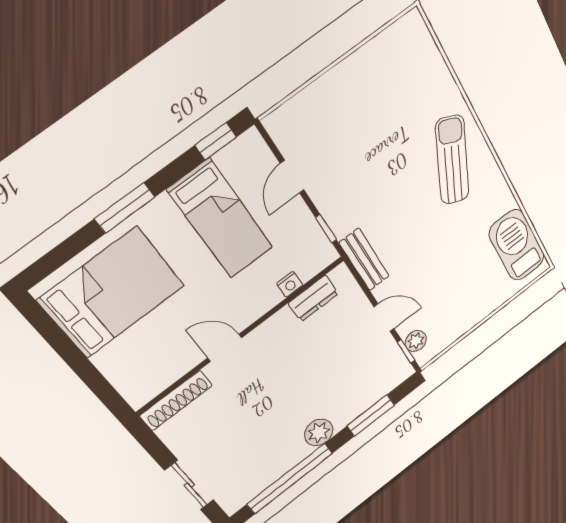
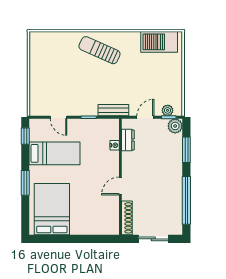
nightstand: (290, 284) -> (115, 145), moved
dresser: (313, 298) -> (128, 140), moved
wall: (241, 335) -> (120, 177), moved
door: (225, 348) -> (120, 186), moved
shoe rack: (176, 401) -> (127, 218), moved
plant: (319, 432) -> (175, 126), moved

